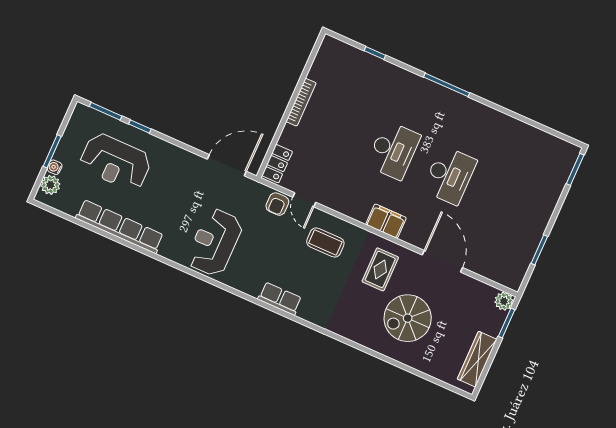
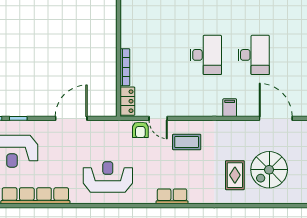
bookcase: (301, 102) -> (125, 67), moved
door: (227, 165) -> (71, 118), moved
filing cabinet: (386, 221) -> (230, 108), width x0.50
reception desk: (215, 242) -> (108, 177), turned 90
rug: (380, 269) -> (235, 175), moved

